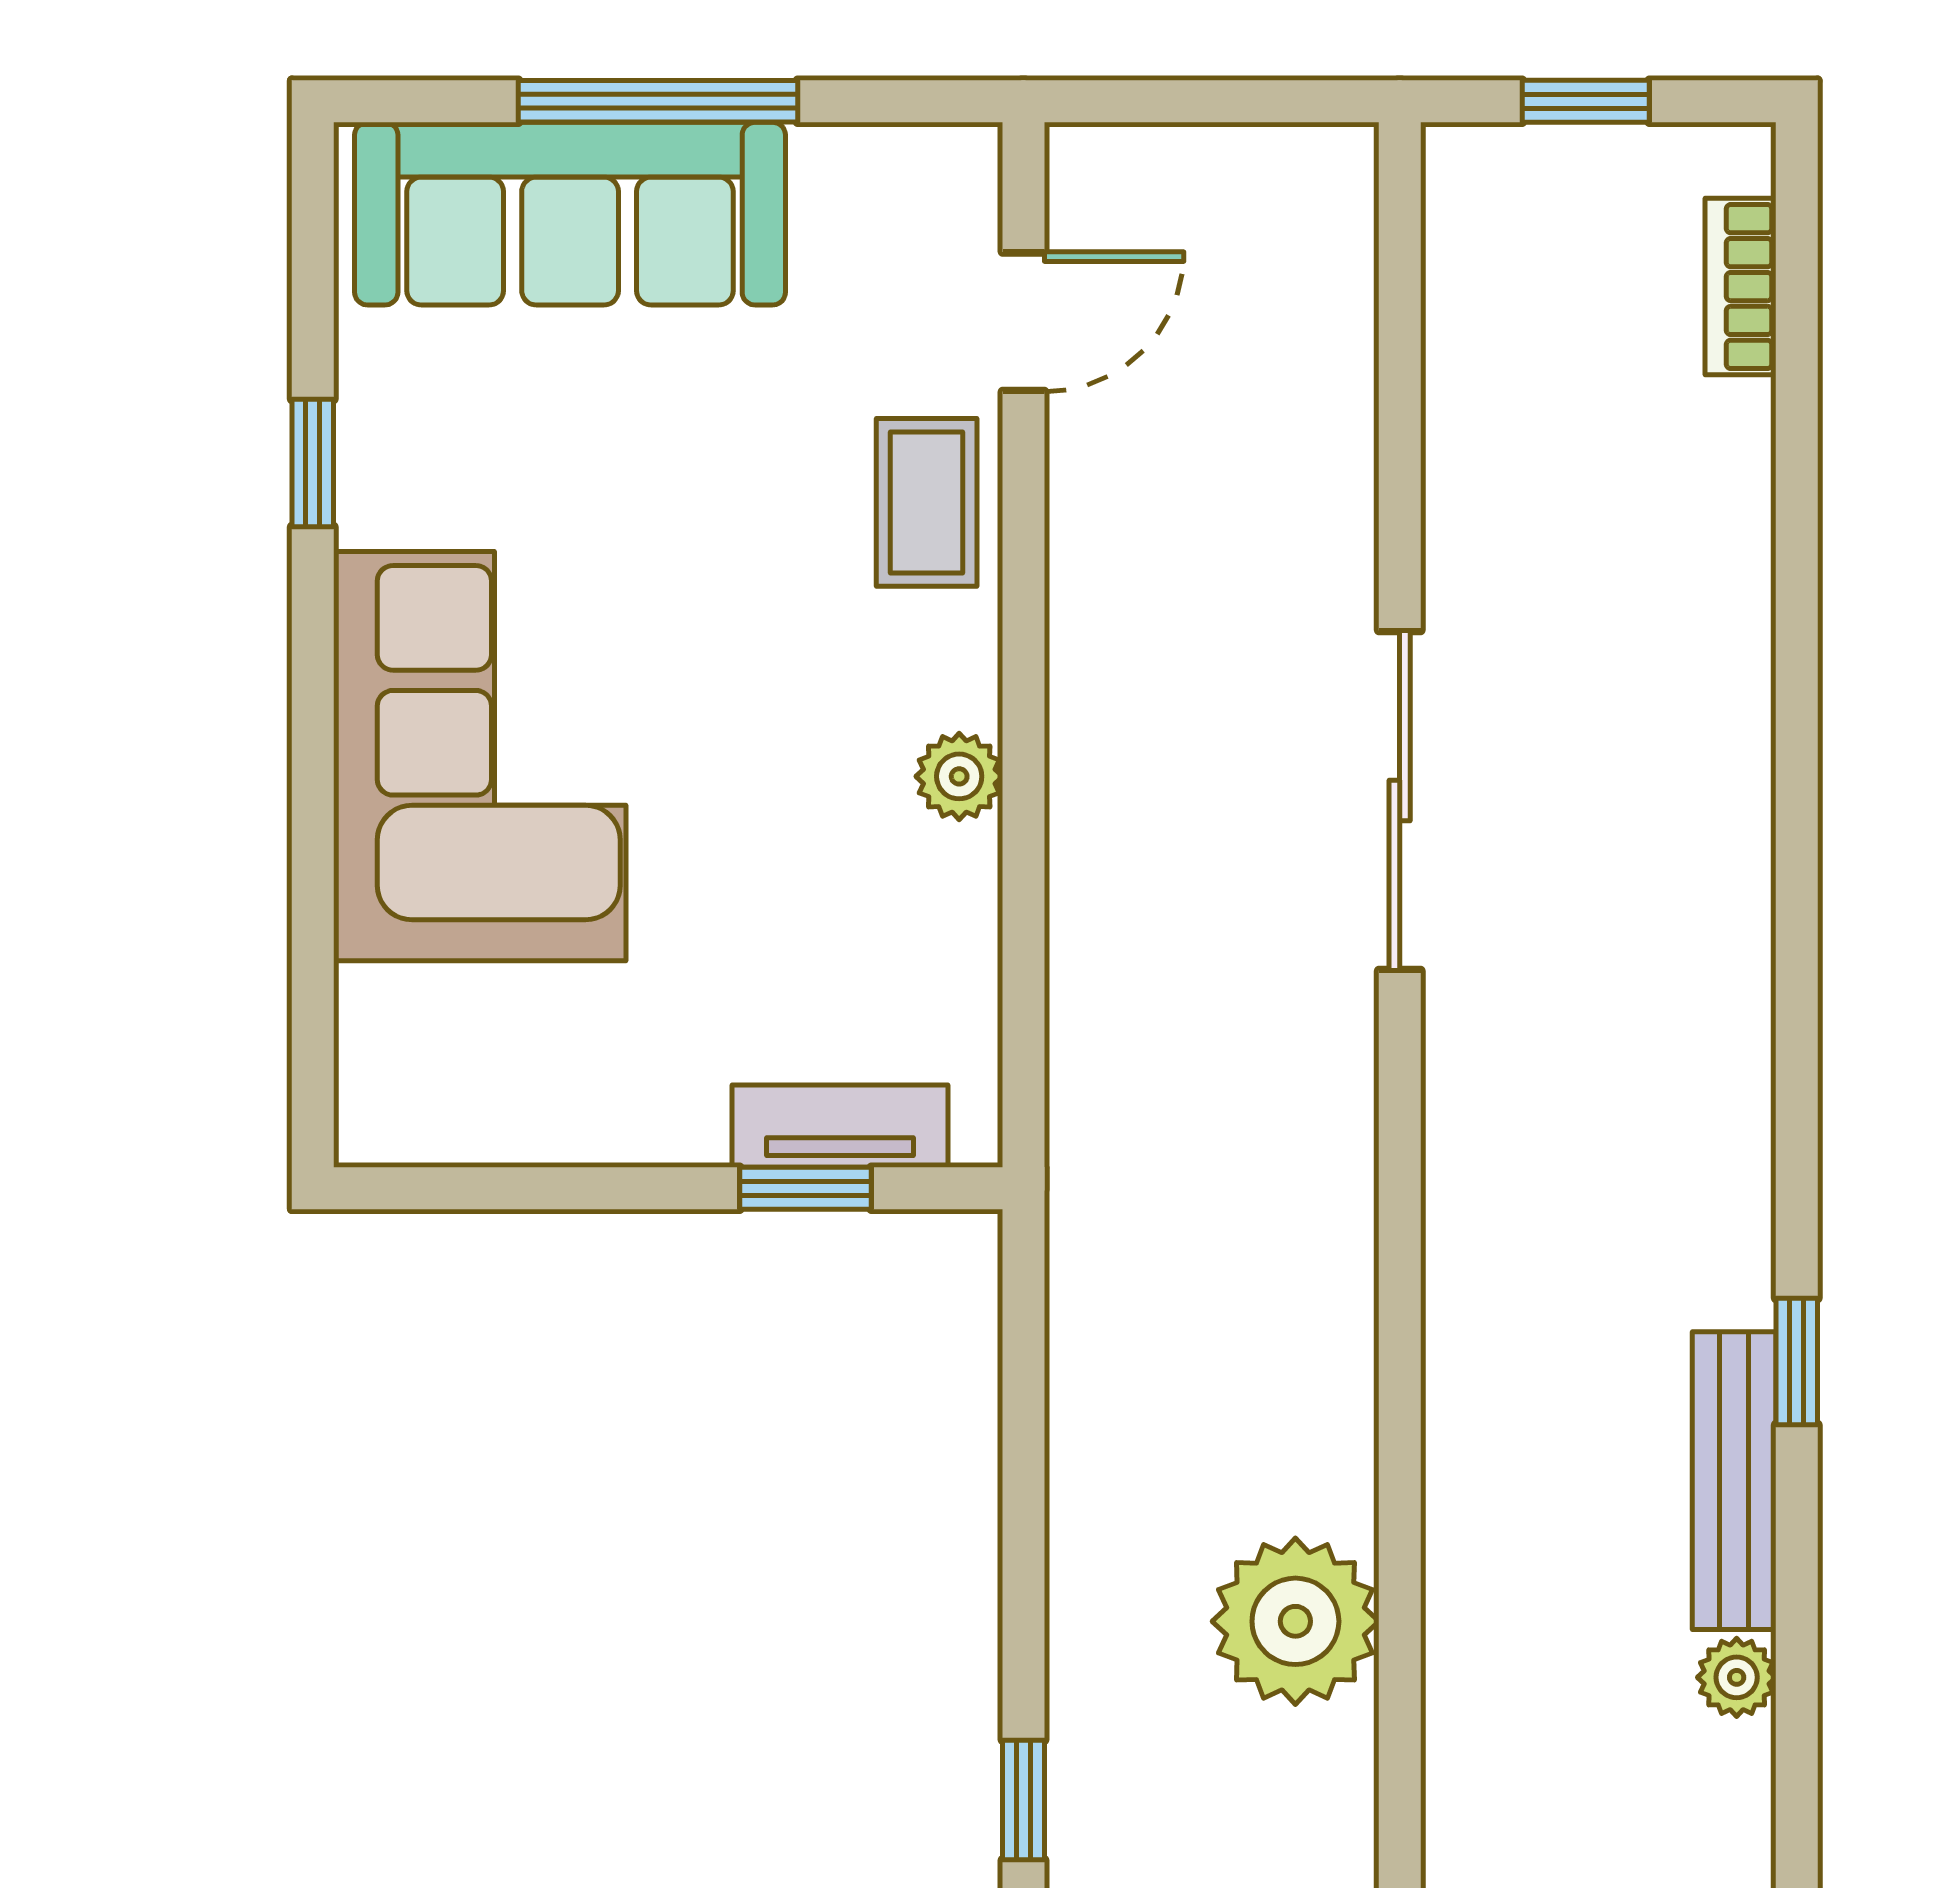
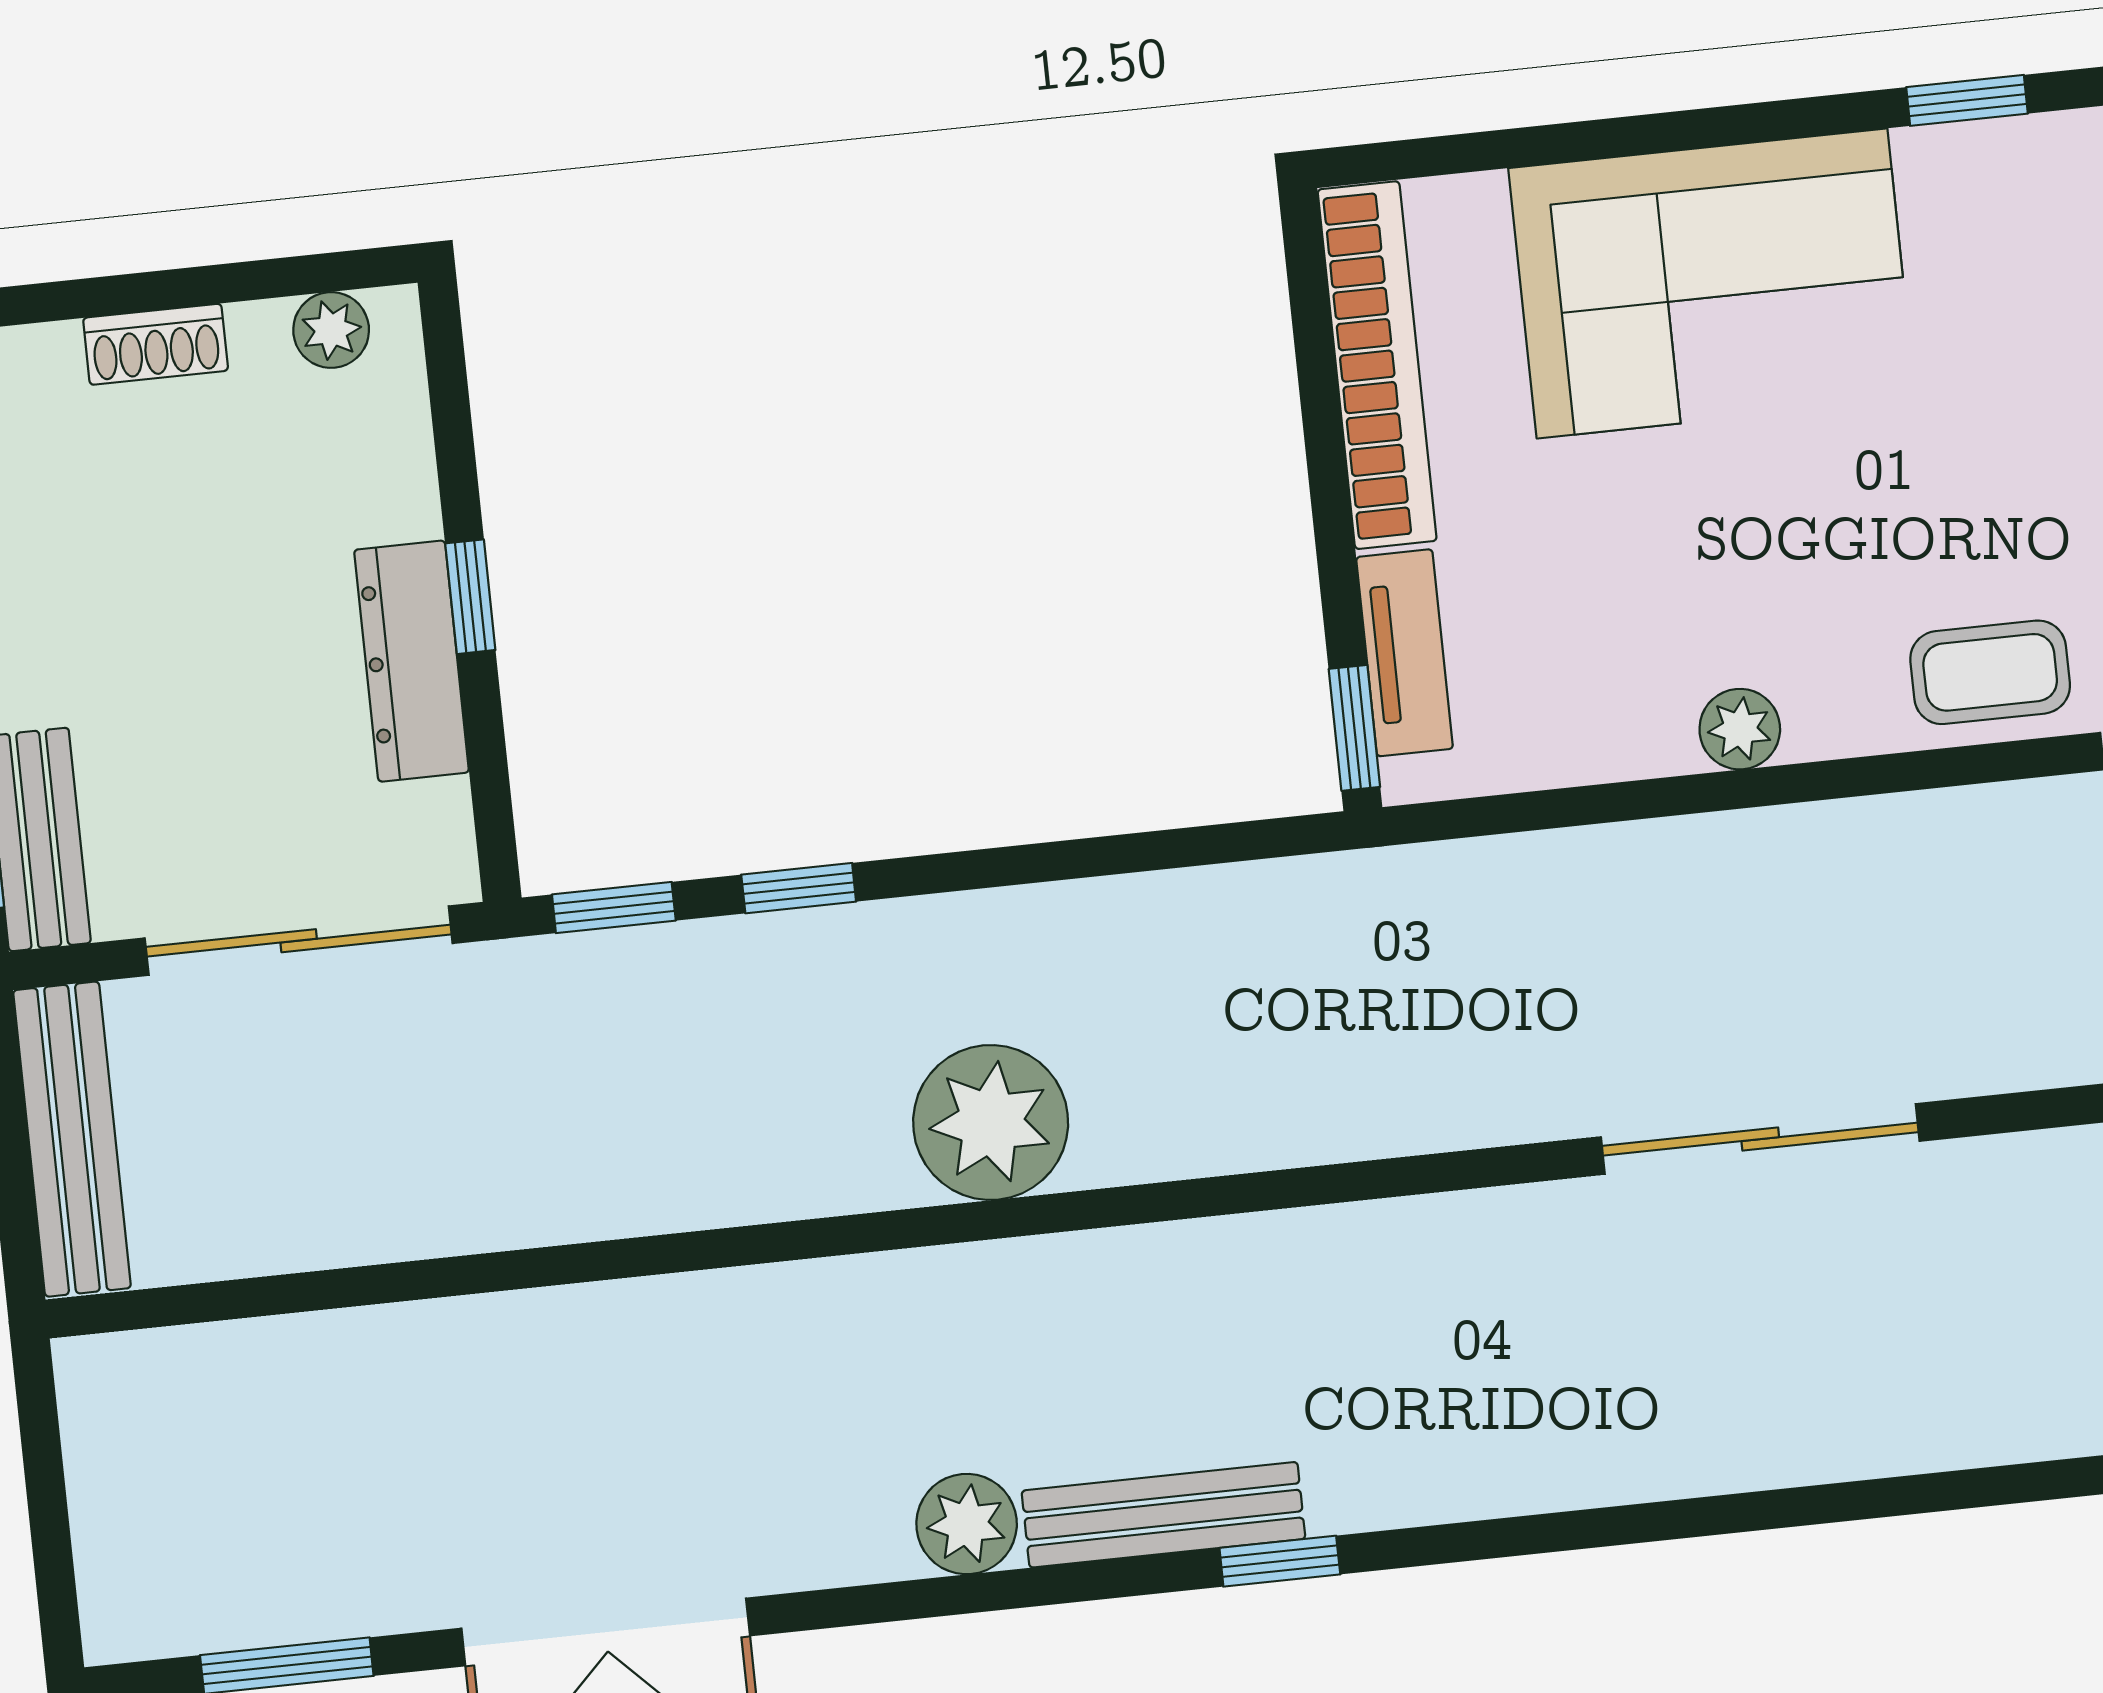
bookcase: (529, 1123) -> (1377, 365), added
window: (805, 1188) -> (1354, 728), moved
plant: (1737, 1677) -> (967, 1524), width x1.38, depth x1.38

